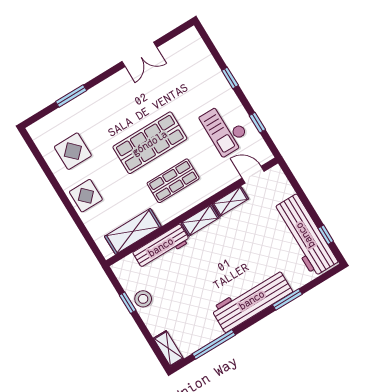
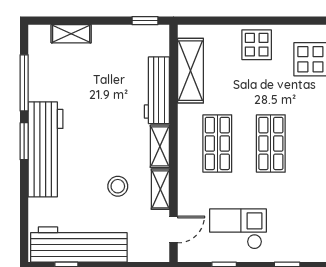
shop shelf: (150, 143) -> (271, 143), width x0.70, depth x0.74
stool: (143, 299) -> (118, 186), moved
window: (287, 299) -> (24, 141), moved
window: (128, 303) -> (145, 21), moved
shelving: (168, 349) -> (71, 34), moved

